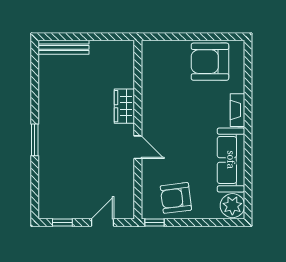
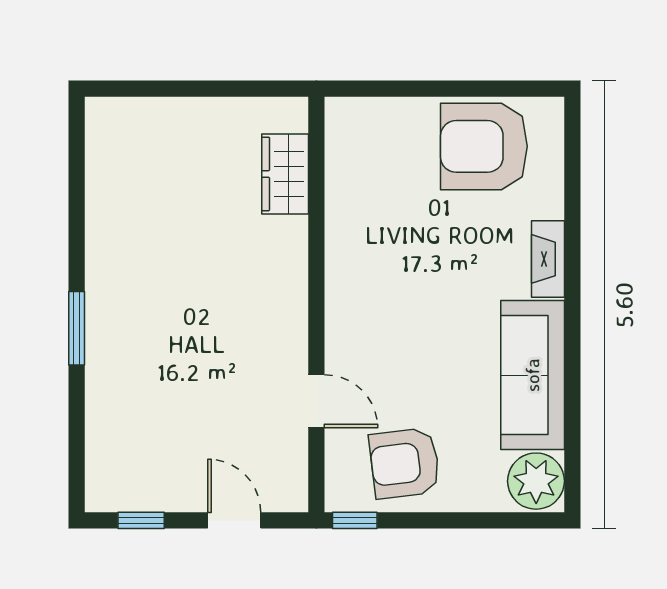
bench: (64, 47) -> (144, 113), removed
wardrobe: (124, 106) -> (285, 174), moved
door: (138, 147) -> (316, 401), moved
door: (103, 223) -> (234, 520), hinge flipped

